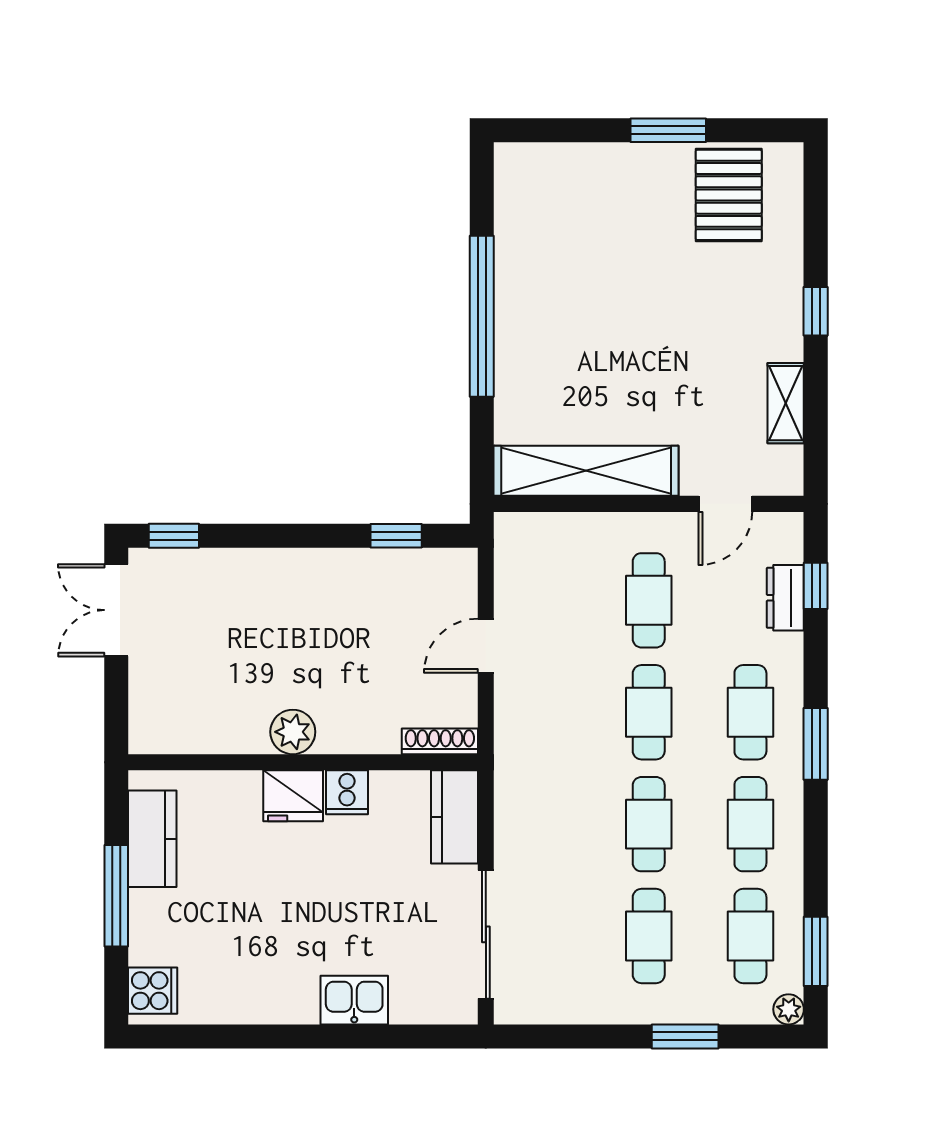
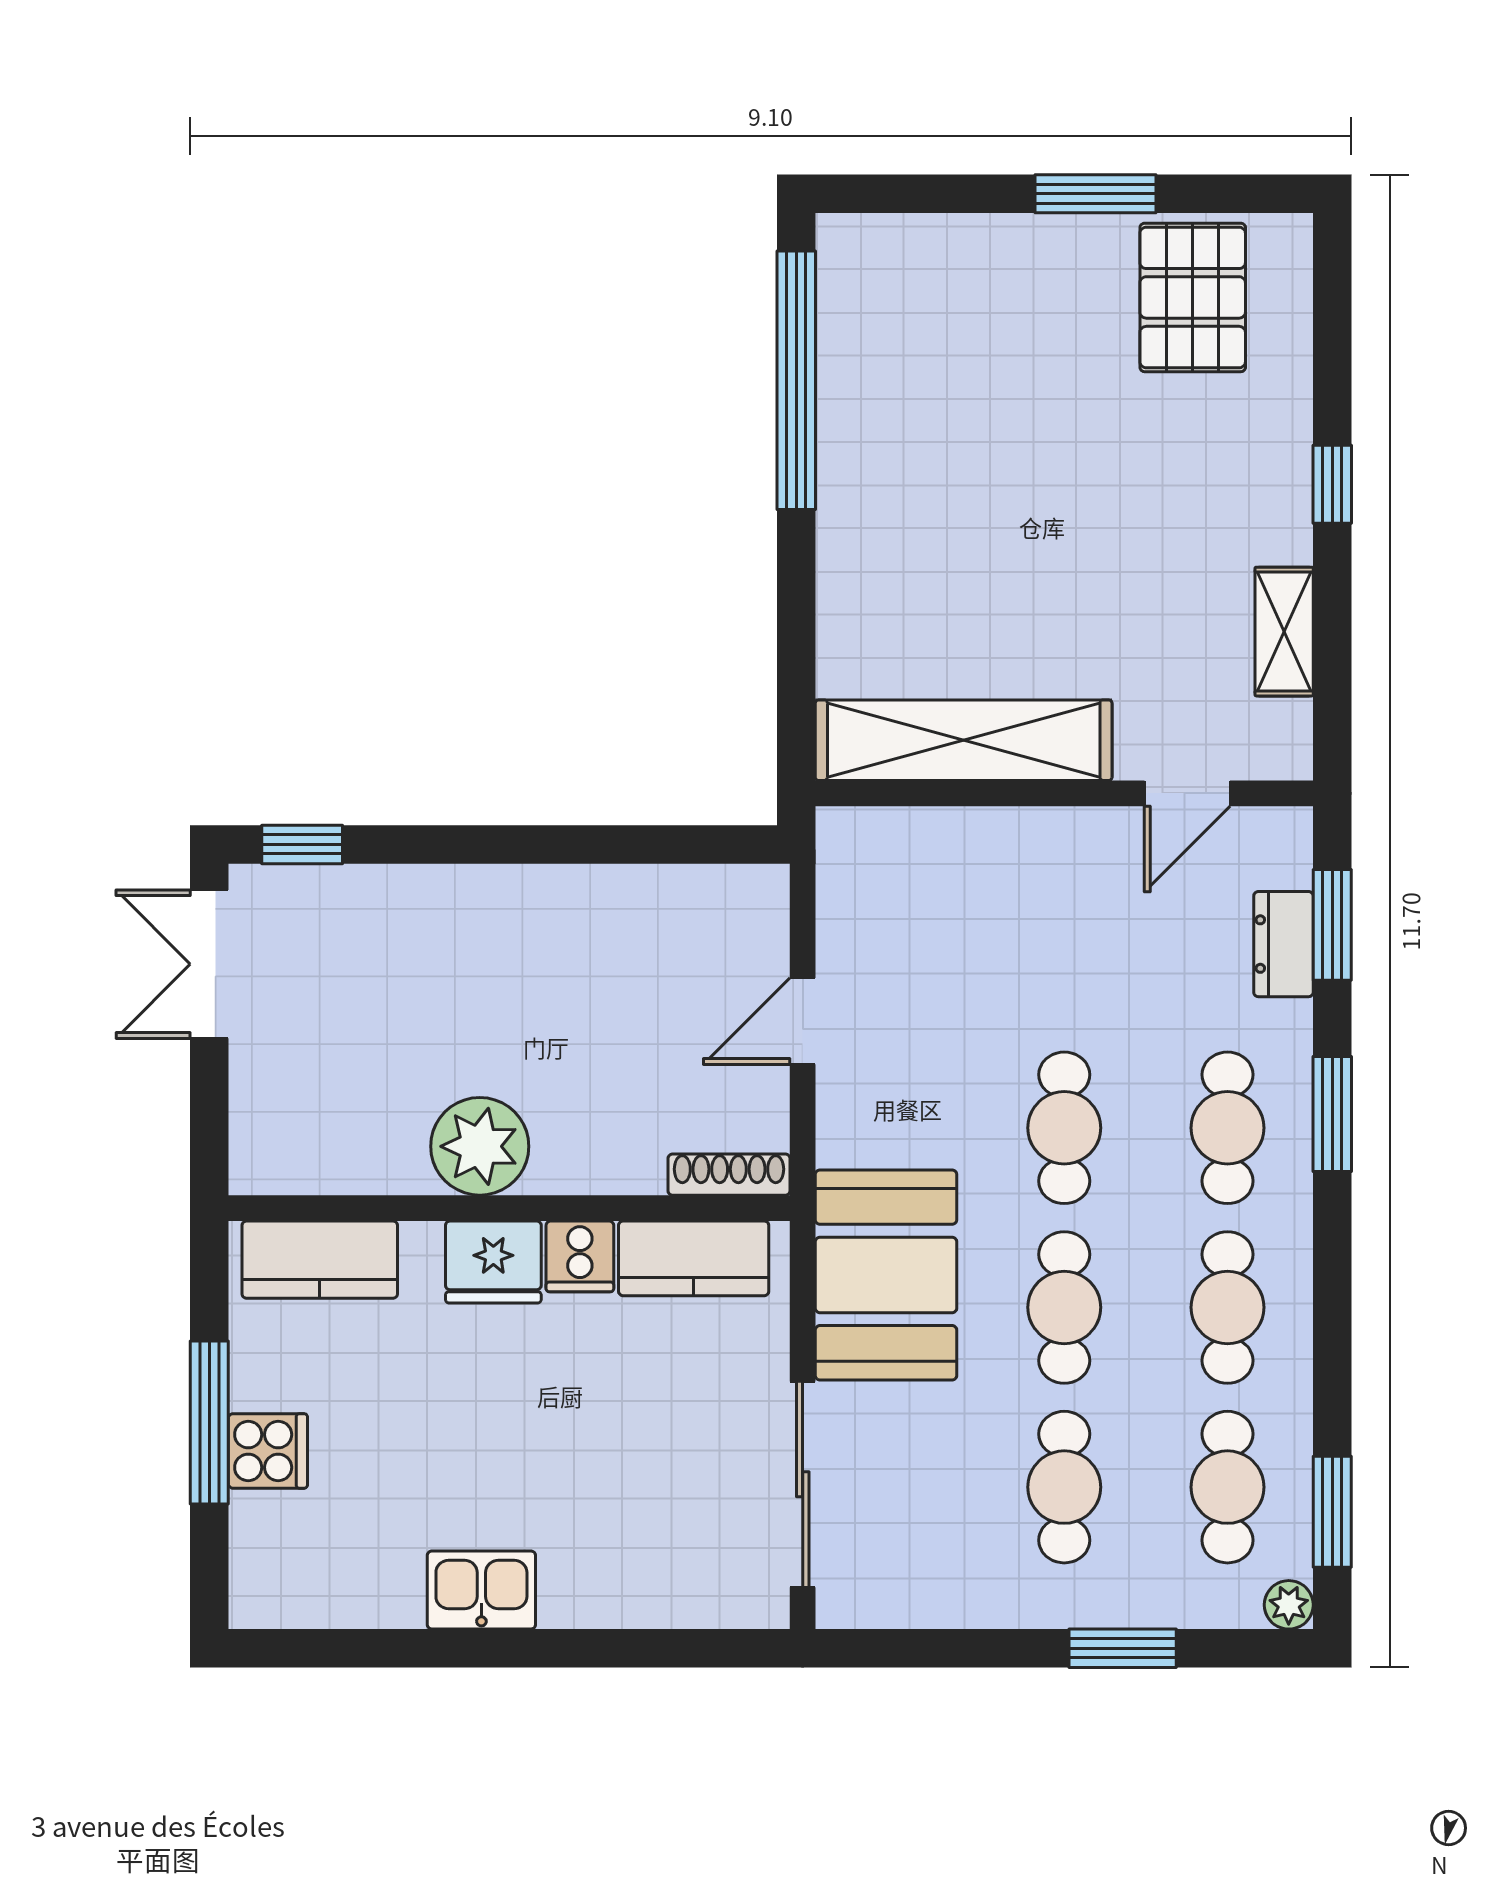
window: (482, 316) -> (796, 380), moved
window: (396, 536) -> (659, 844), removed
window: (816, 586) -> (1332, 925), width x1.50
cafe table: (649, 600) -> (1064, 948), removed
plant: (293, 732) -> (480, 1146), width x1.36, depth x1.36
window: (816, 744) -> (1332, 1114), moved
booth: (538, 804) -> (886, 1275), added
kitchen counter: (454, 817) -> (694, 1258), moved, turned -90
kitchen counter: (152, 839) -> (320, 1260), moved, turned 90
cooker: (153, 991) -> (268, 1451), moved
kitchen sink: (354, 1000) -> (481, 1590), moved

